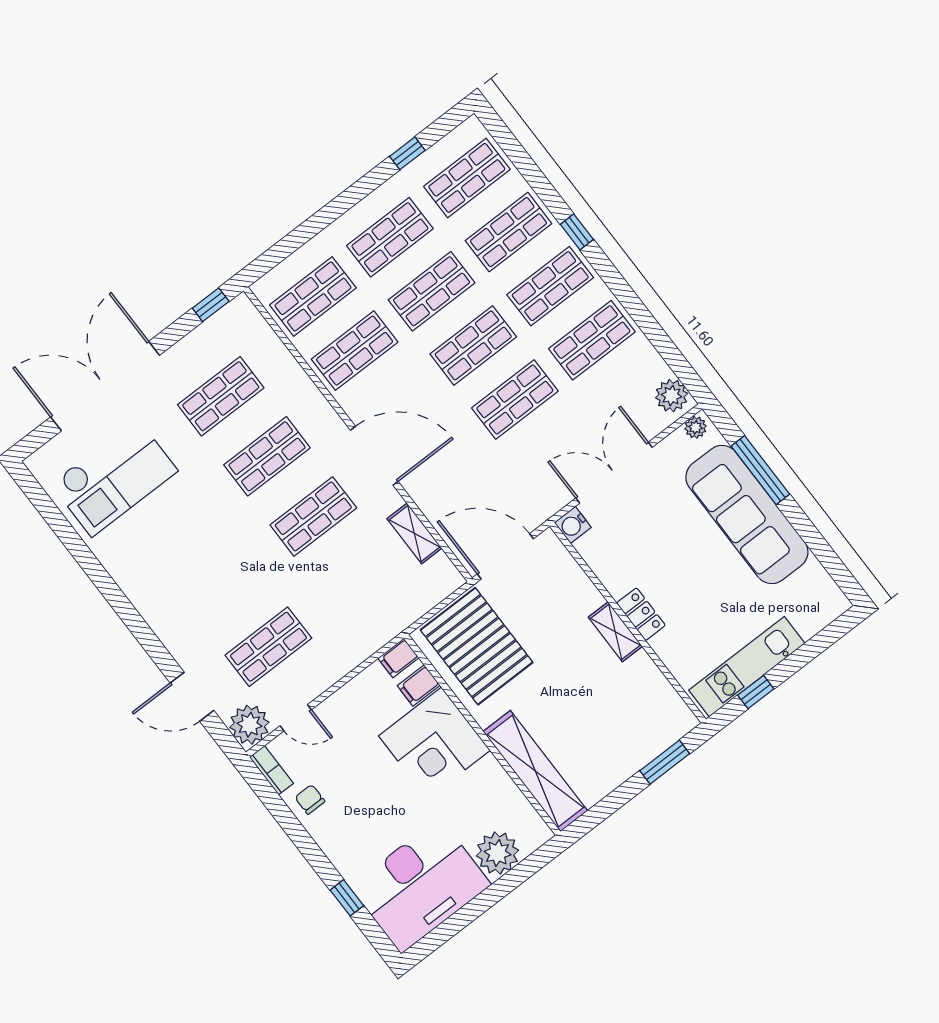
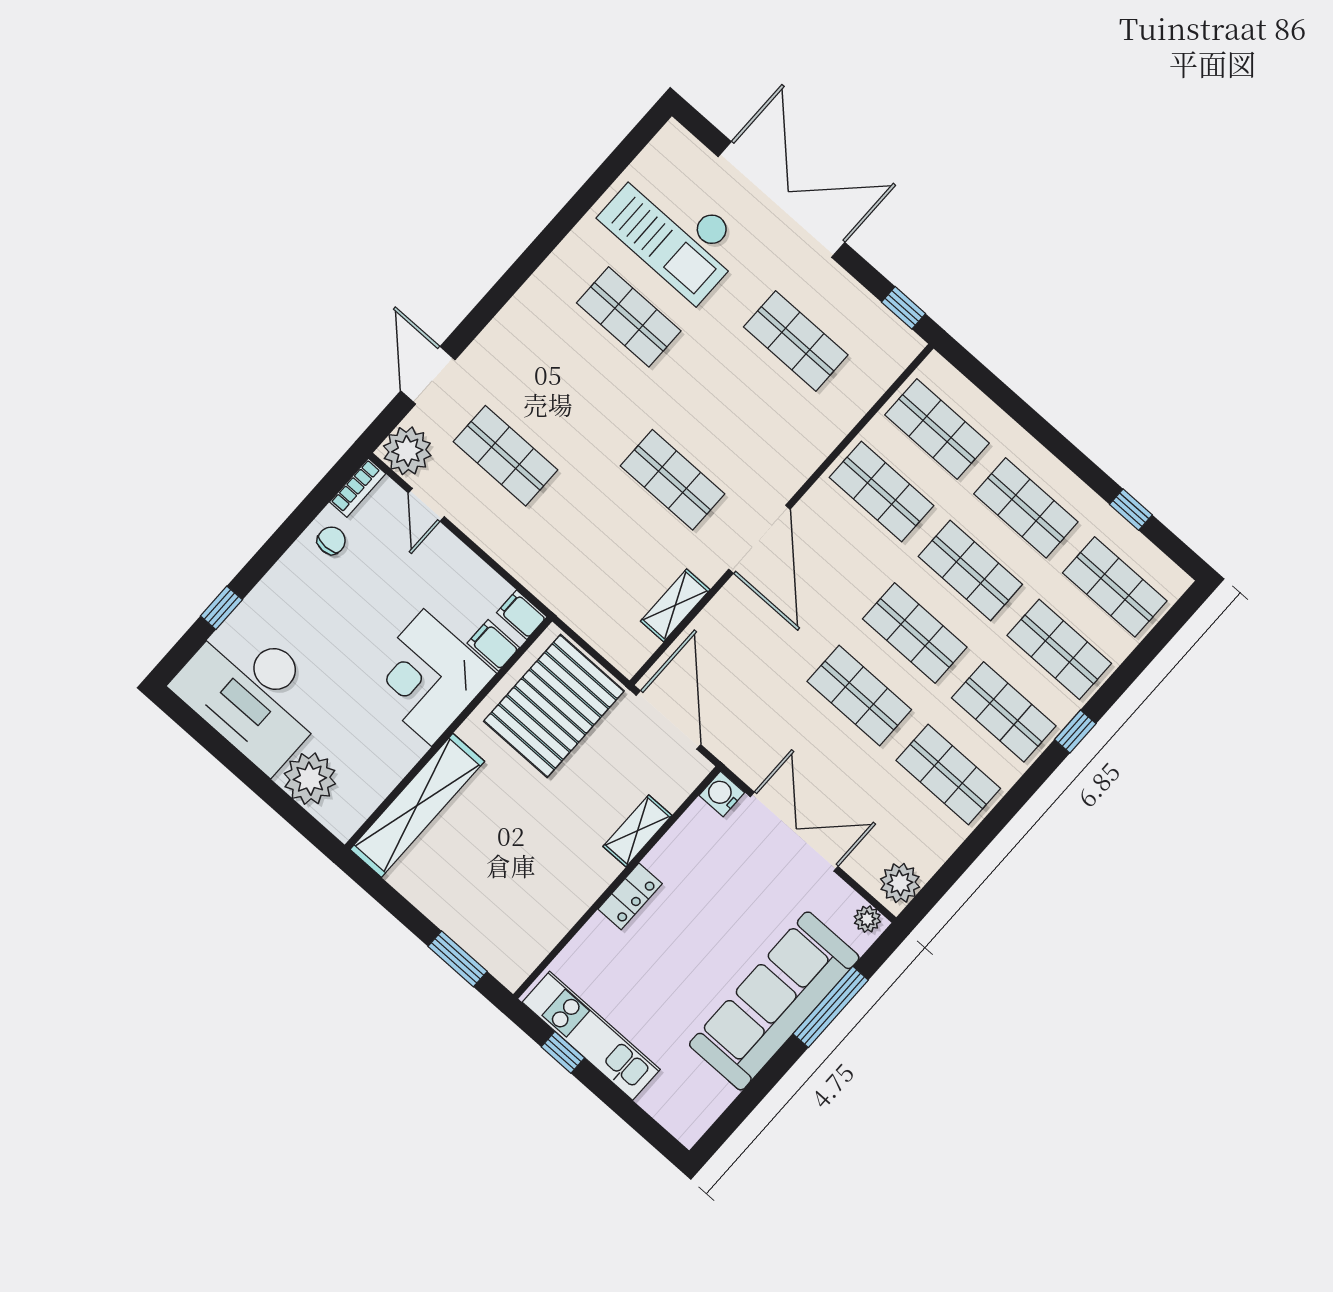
shop shelf: (267, 456) -> (629, 317), moved
shelving: (615, 632) -> (637, 831), moved

